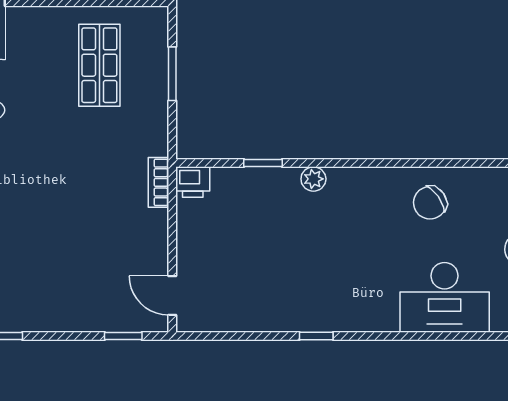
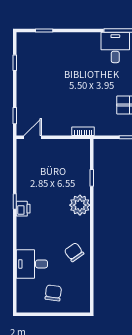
plant: (313, 179) -> (80, 205), width x1.88, depth x1.88
printer: (193, 182) -> (23, 209), moved, turned 180
desk: (445, 297) -> (32, 264), width x0.73

